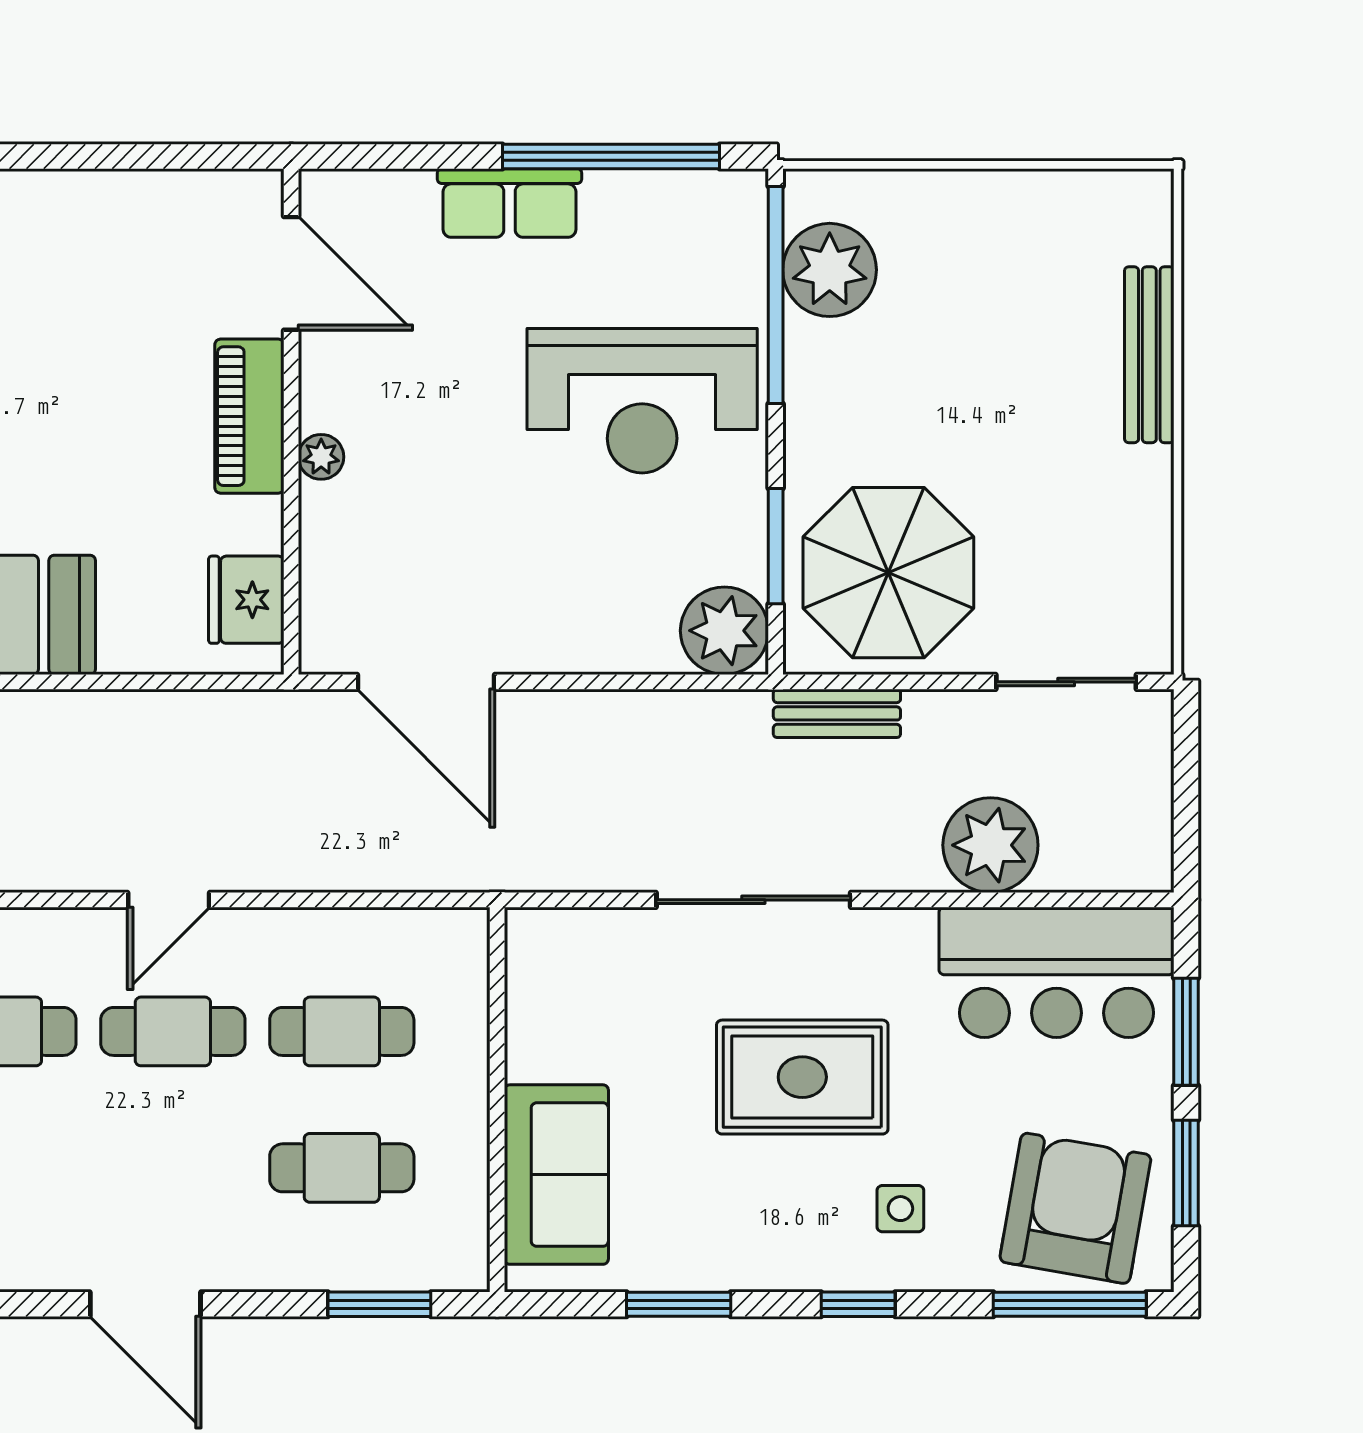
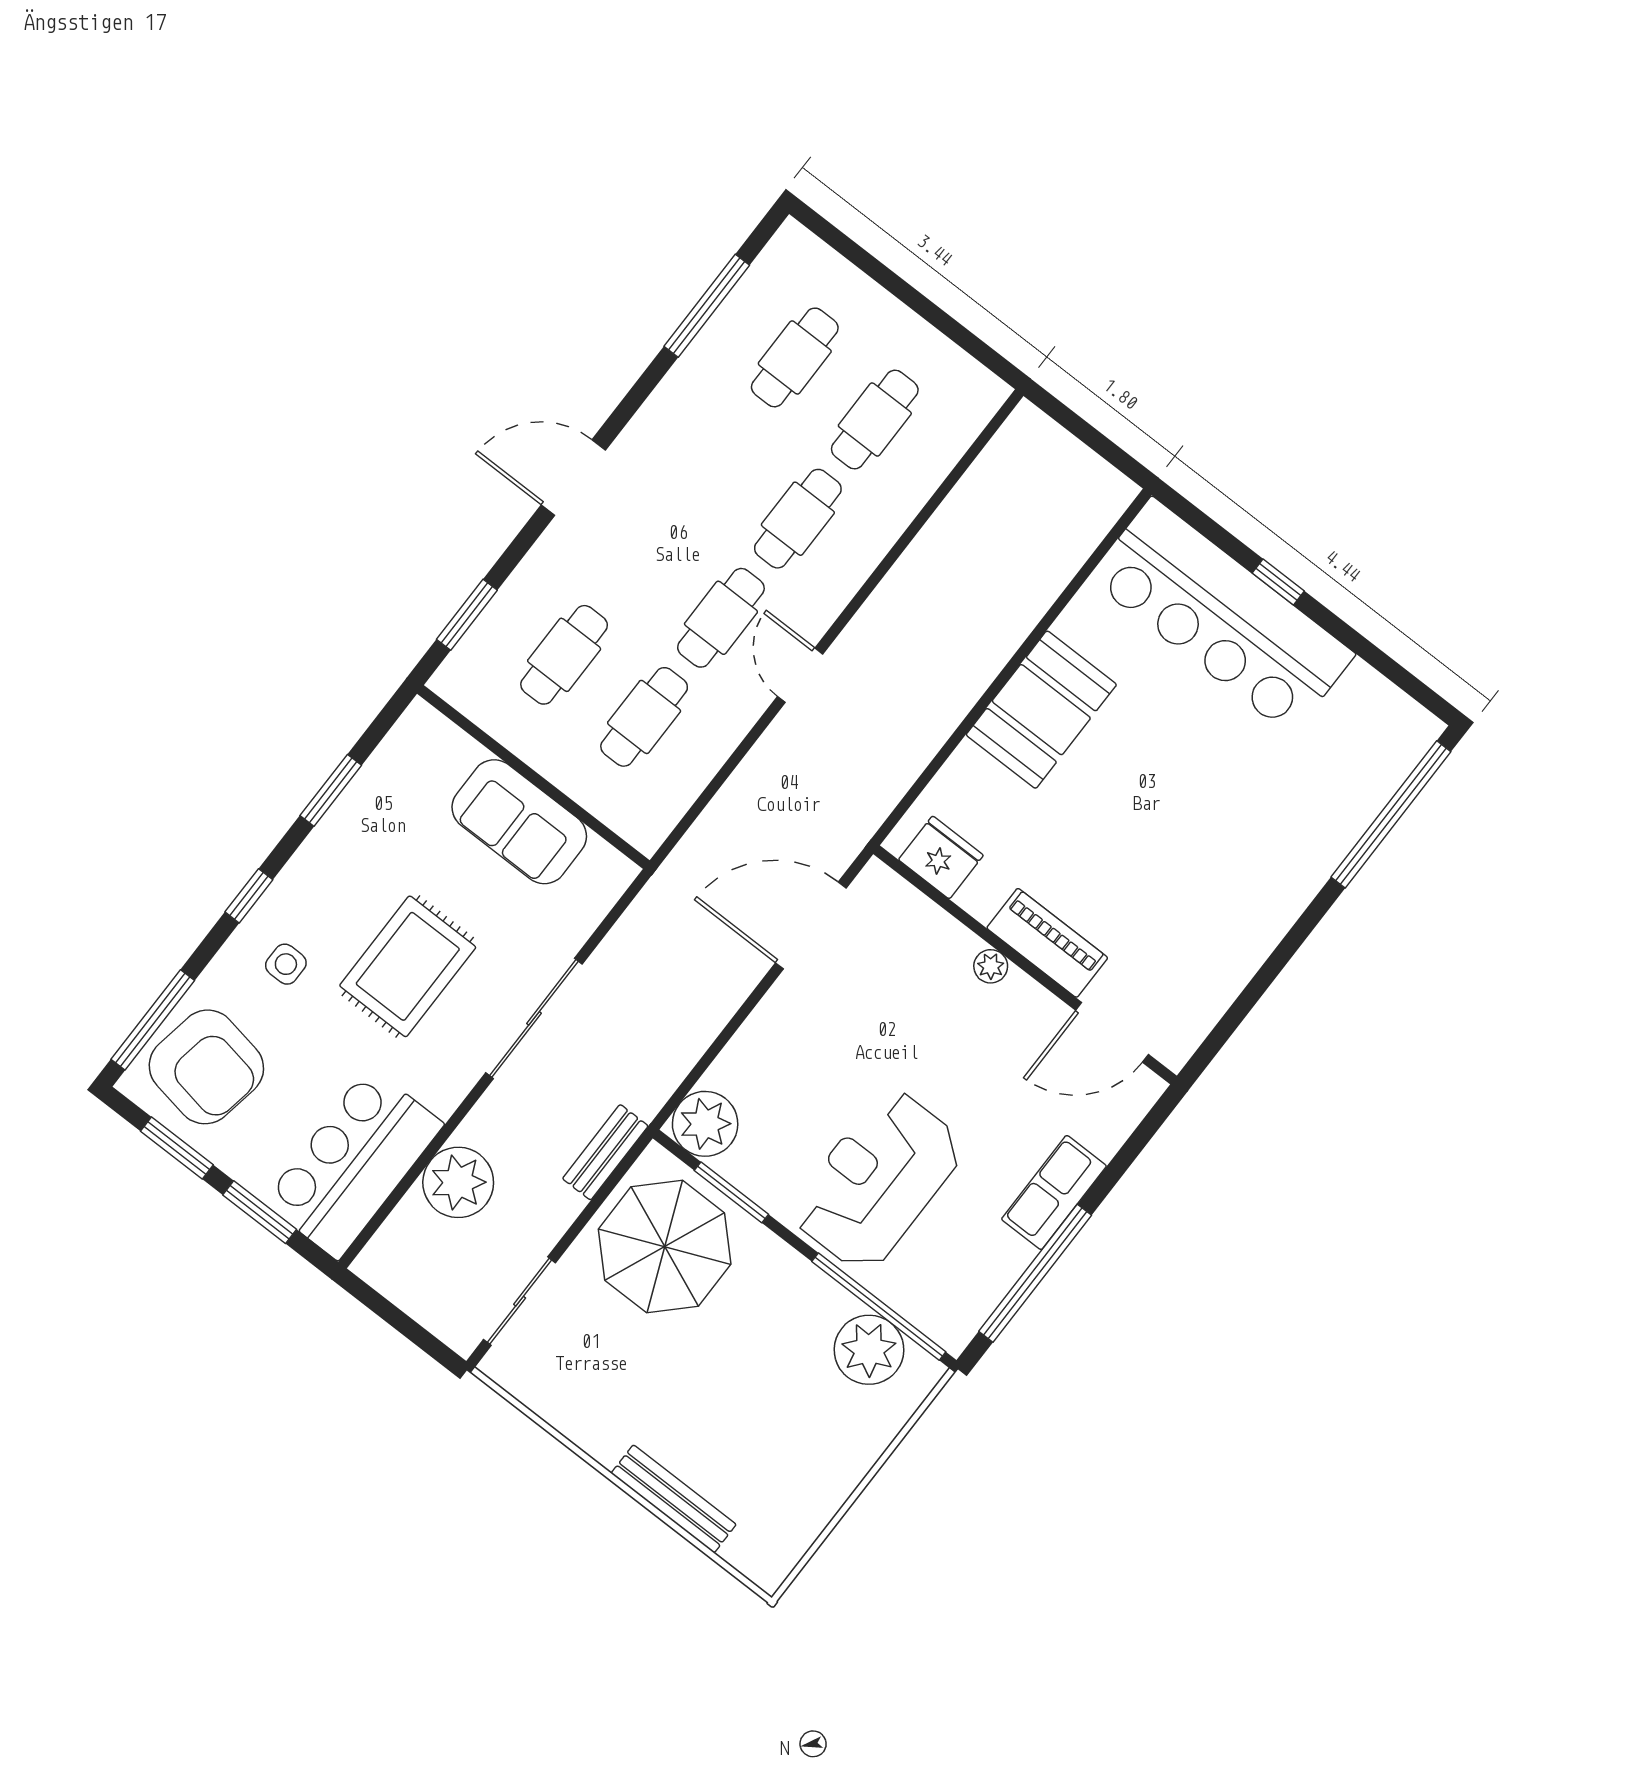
sofa: (556, 1175) -> (519, 822), moved

